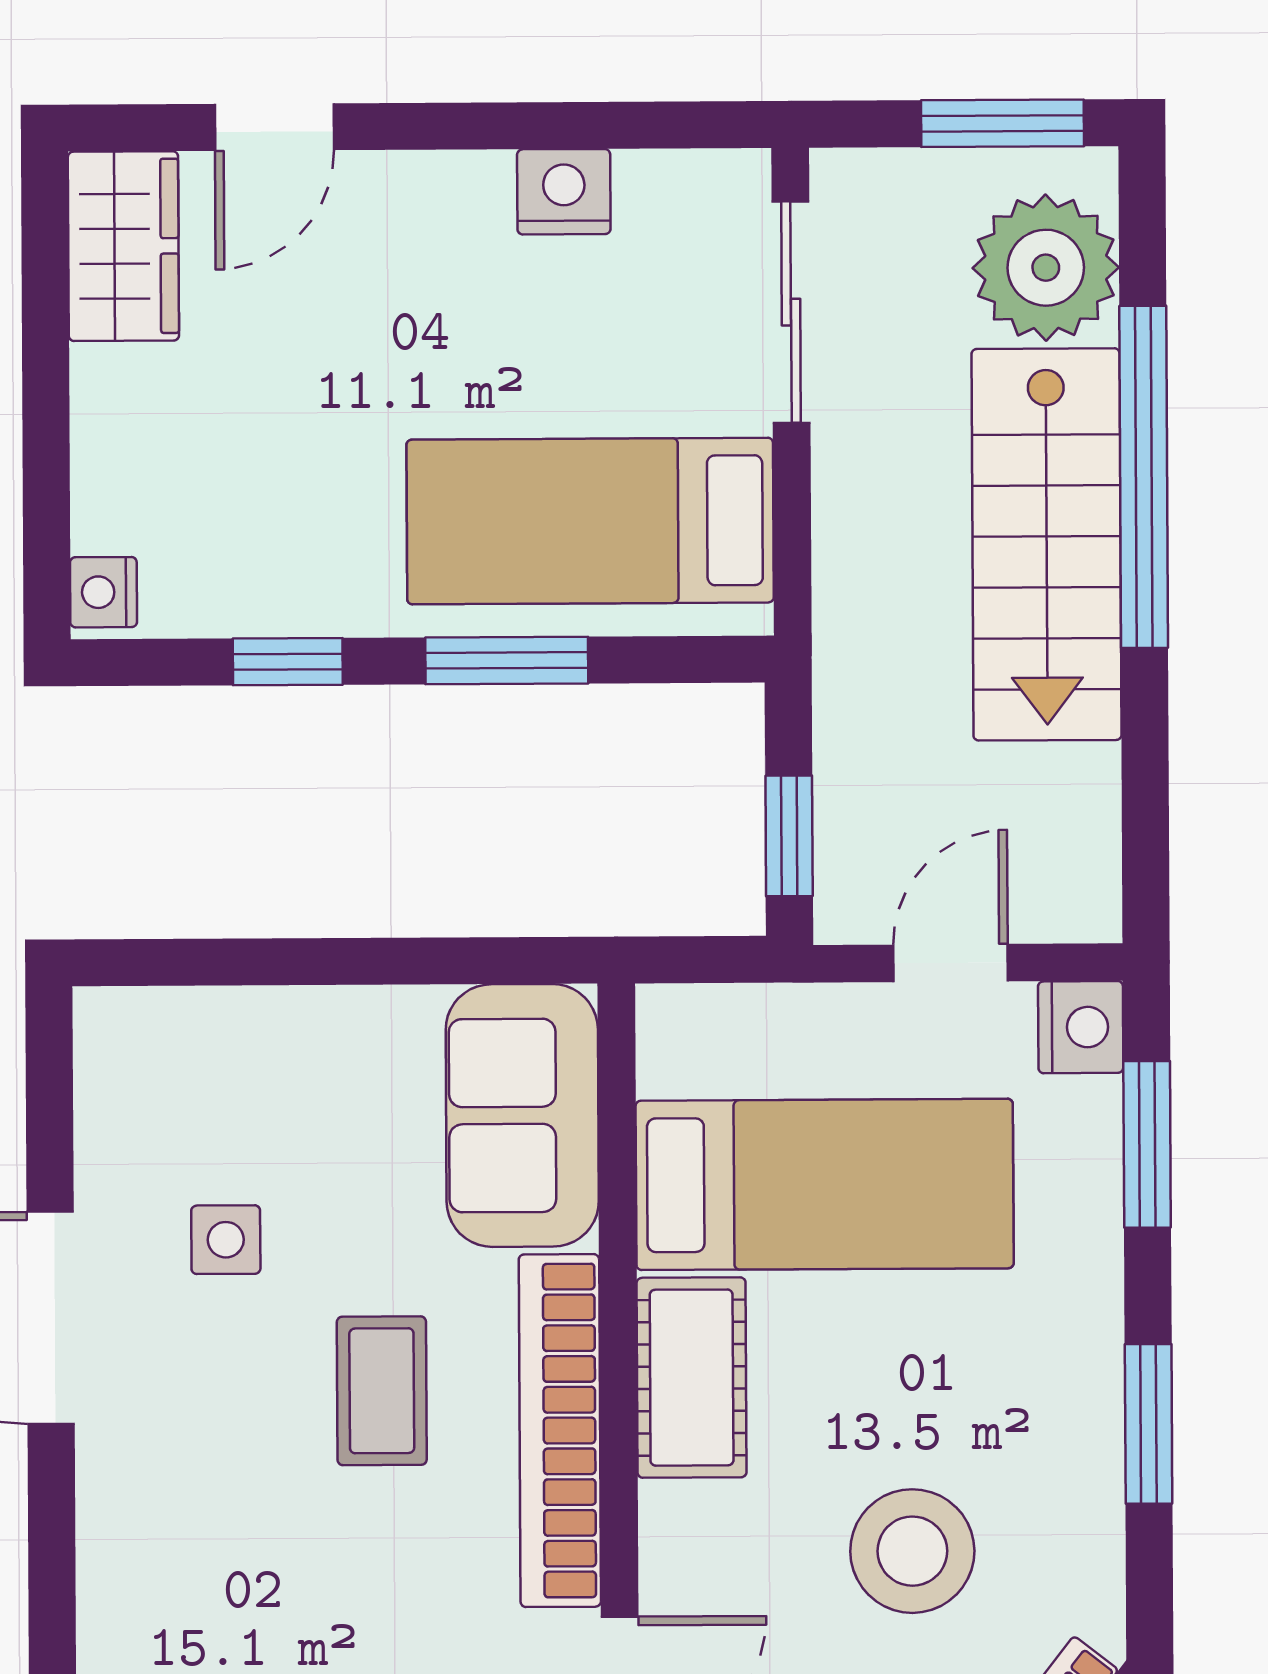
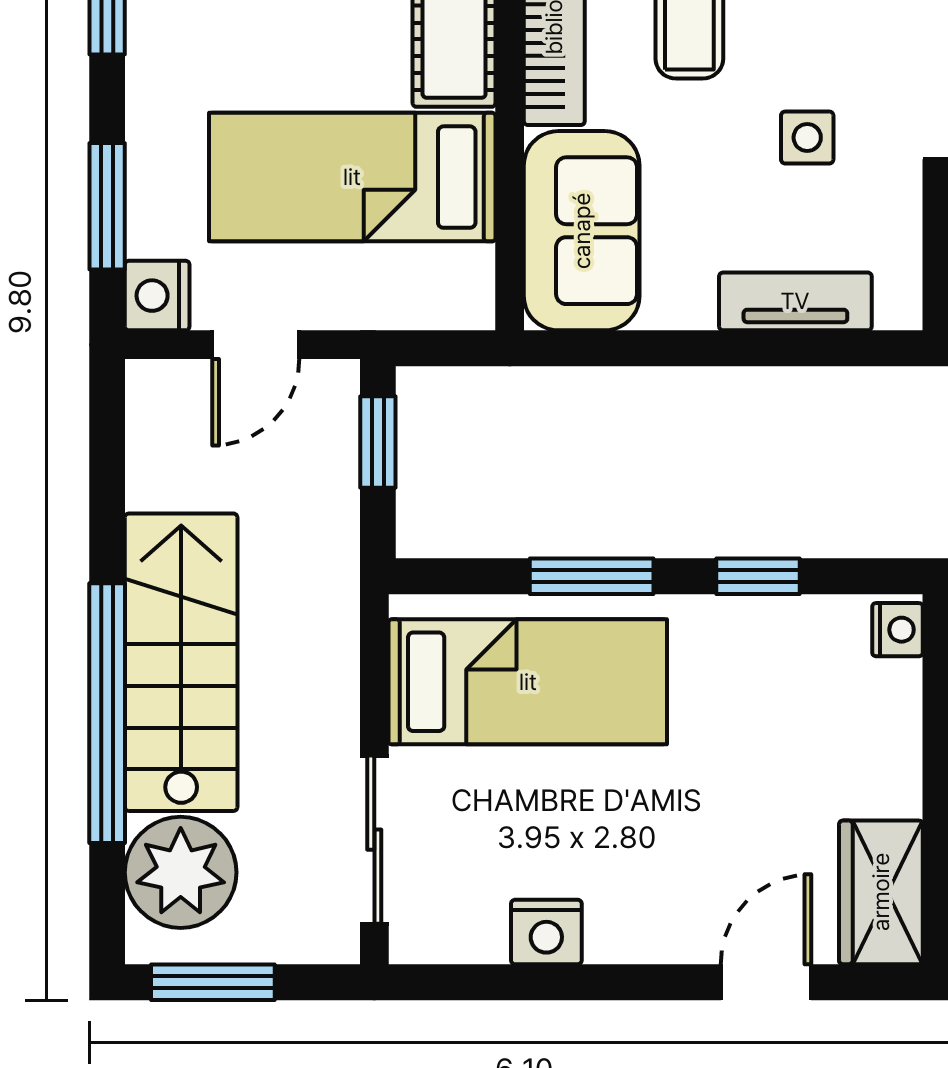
tv unit: (240, 1024) -> (795, 301), added

